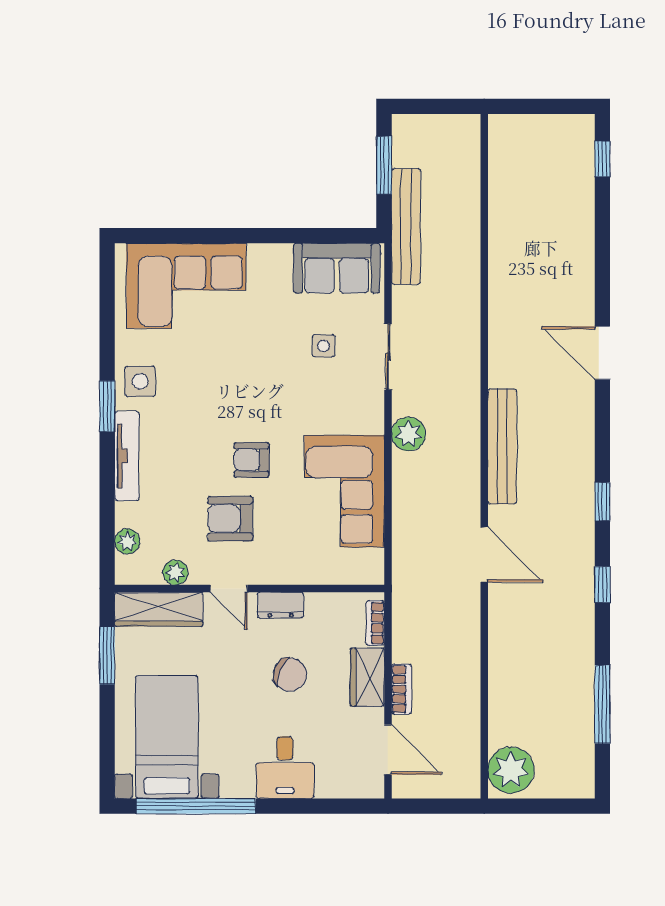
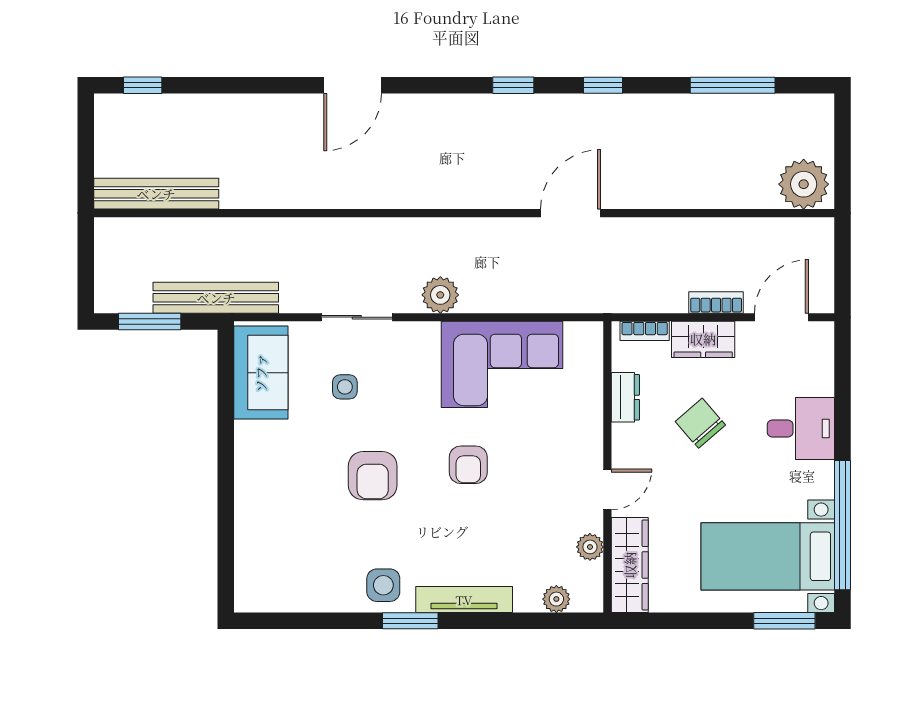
corner sofa: (186, 286) -> (280, 535), removed
bench: (502, 446) -> (156, 194), moved
armchair: (230, 519) -> (373, 476), moved
dresser: (280, 605) -> (625, 397), moved
window: (107, 656) -> (784, 621), moved
chair: (290, 675) -> (700, 423), turned -64

